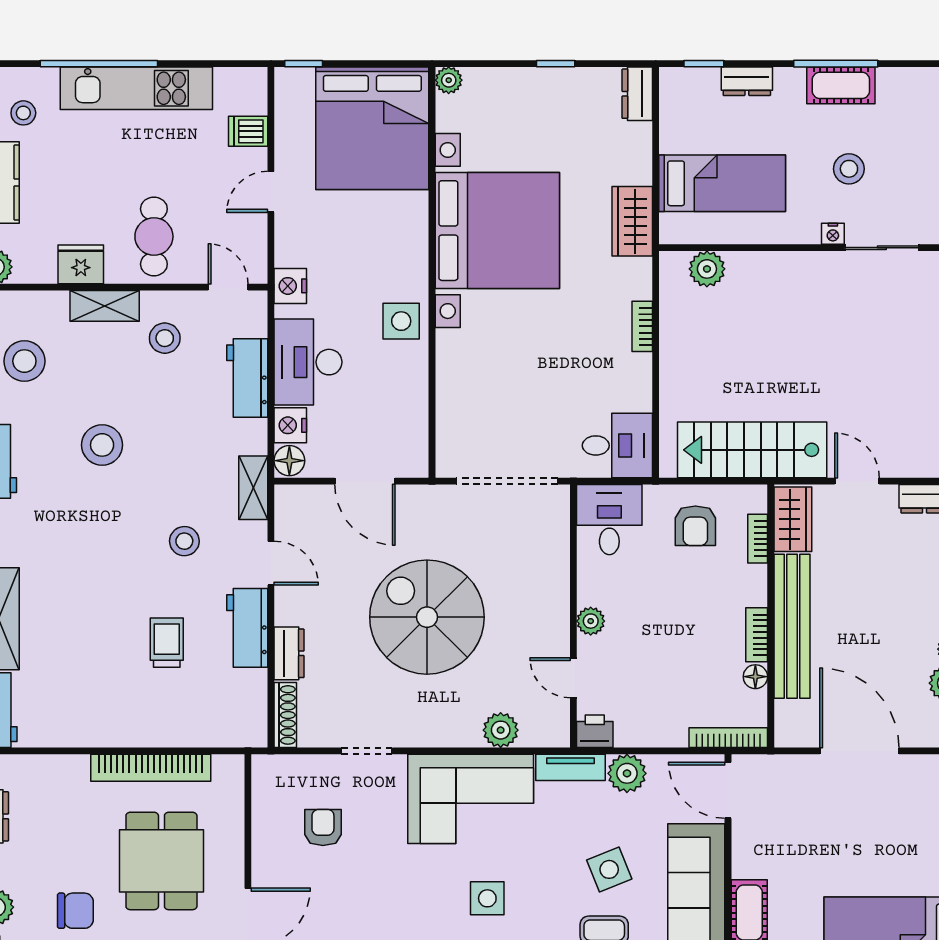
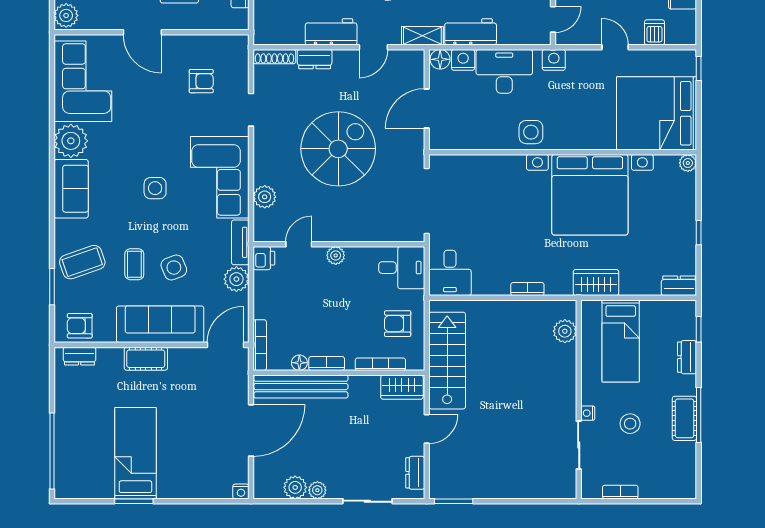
workbench: (247, 378) -> (471, 32), moved
bookcase: (758, 539) -> (380, 364), width x1.56
bench: (792, 626) -> (301, 387), moved

